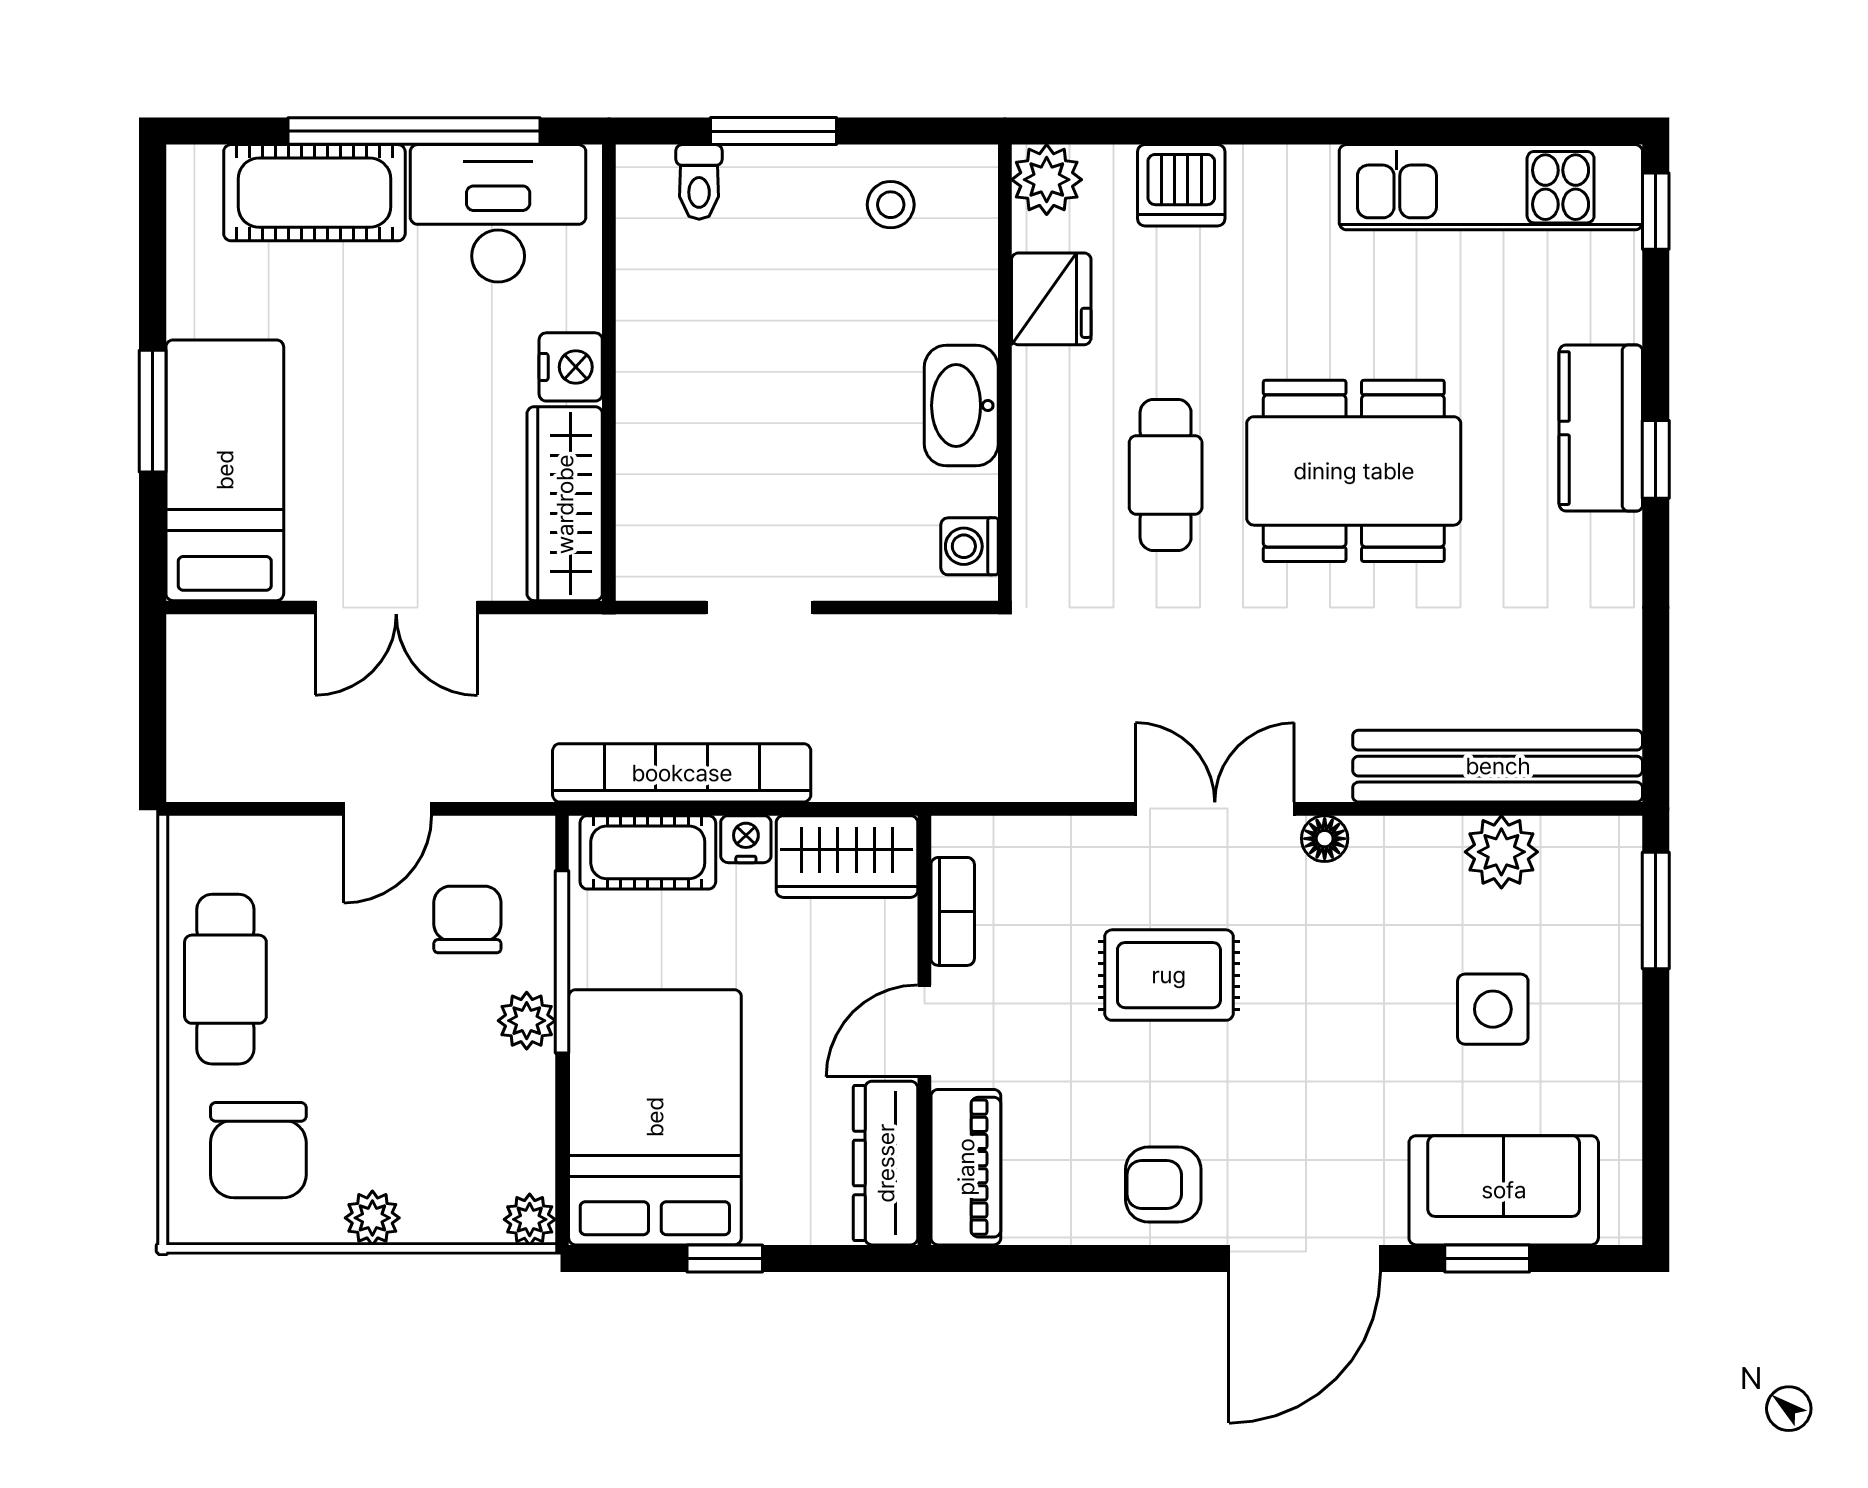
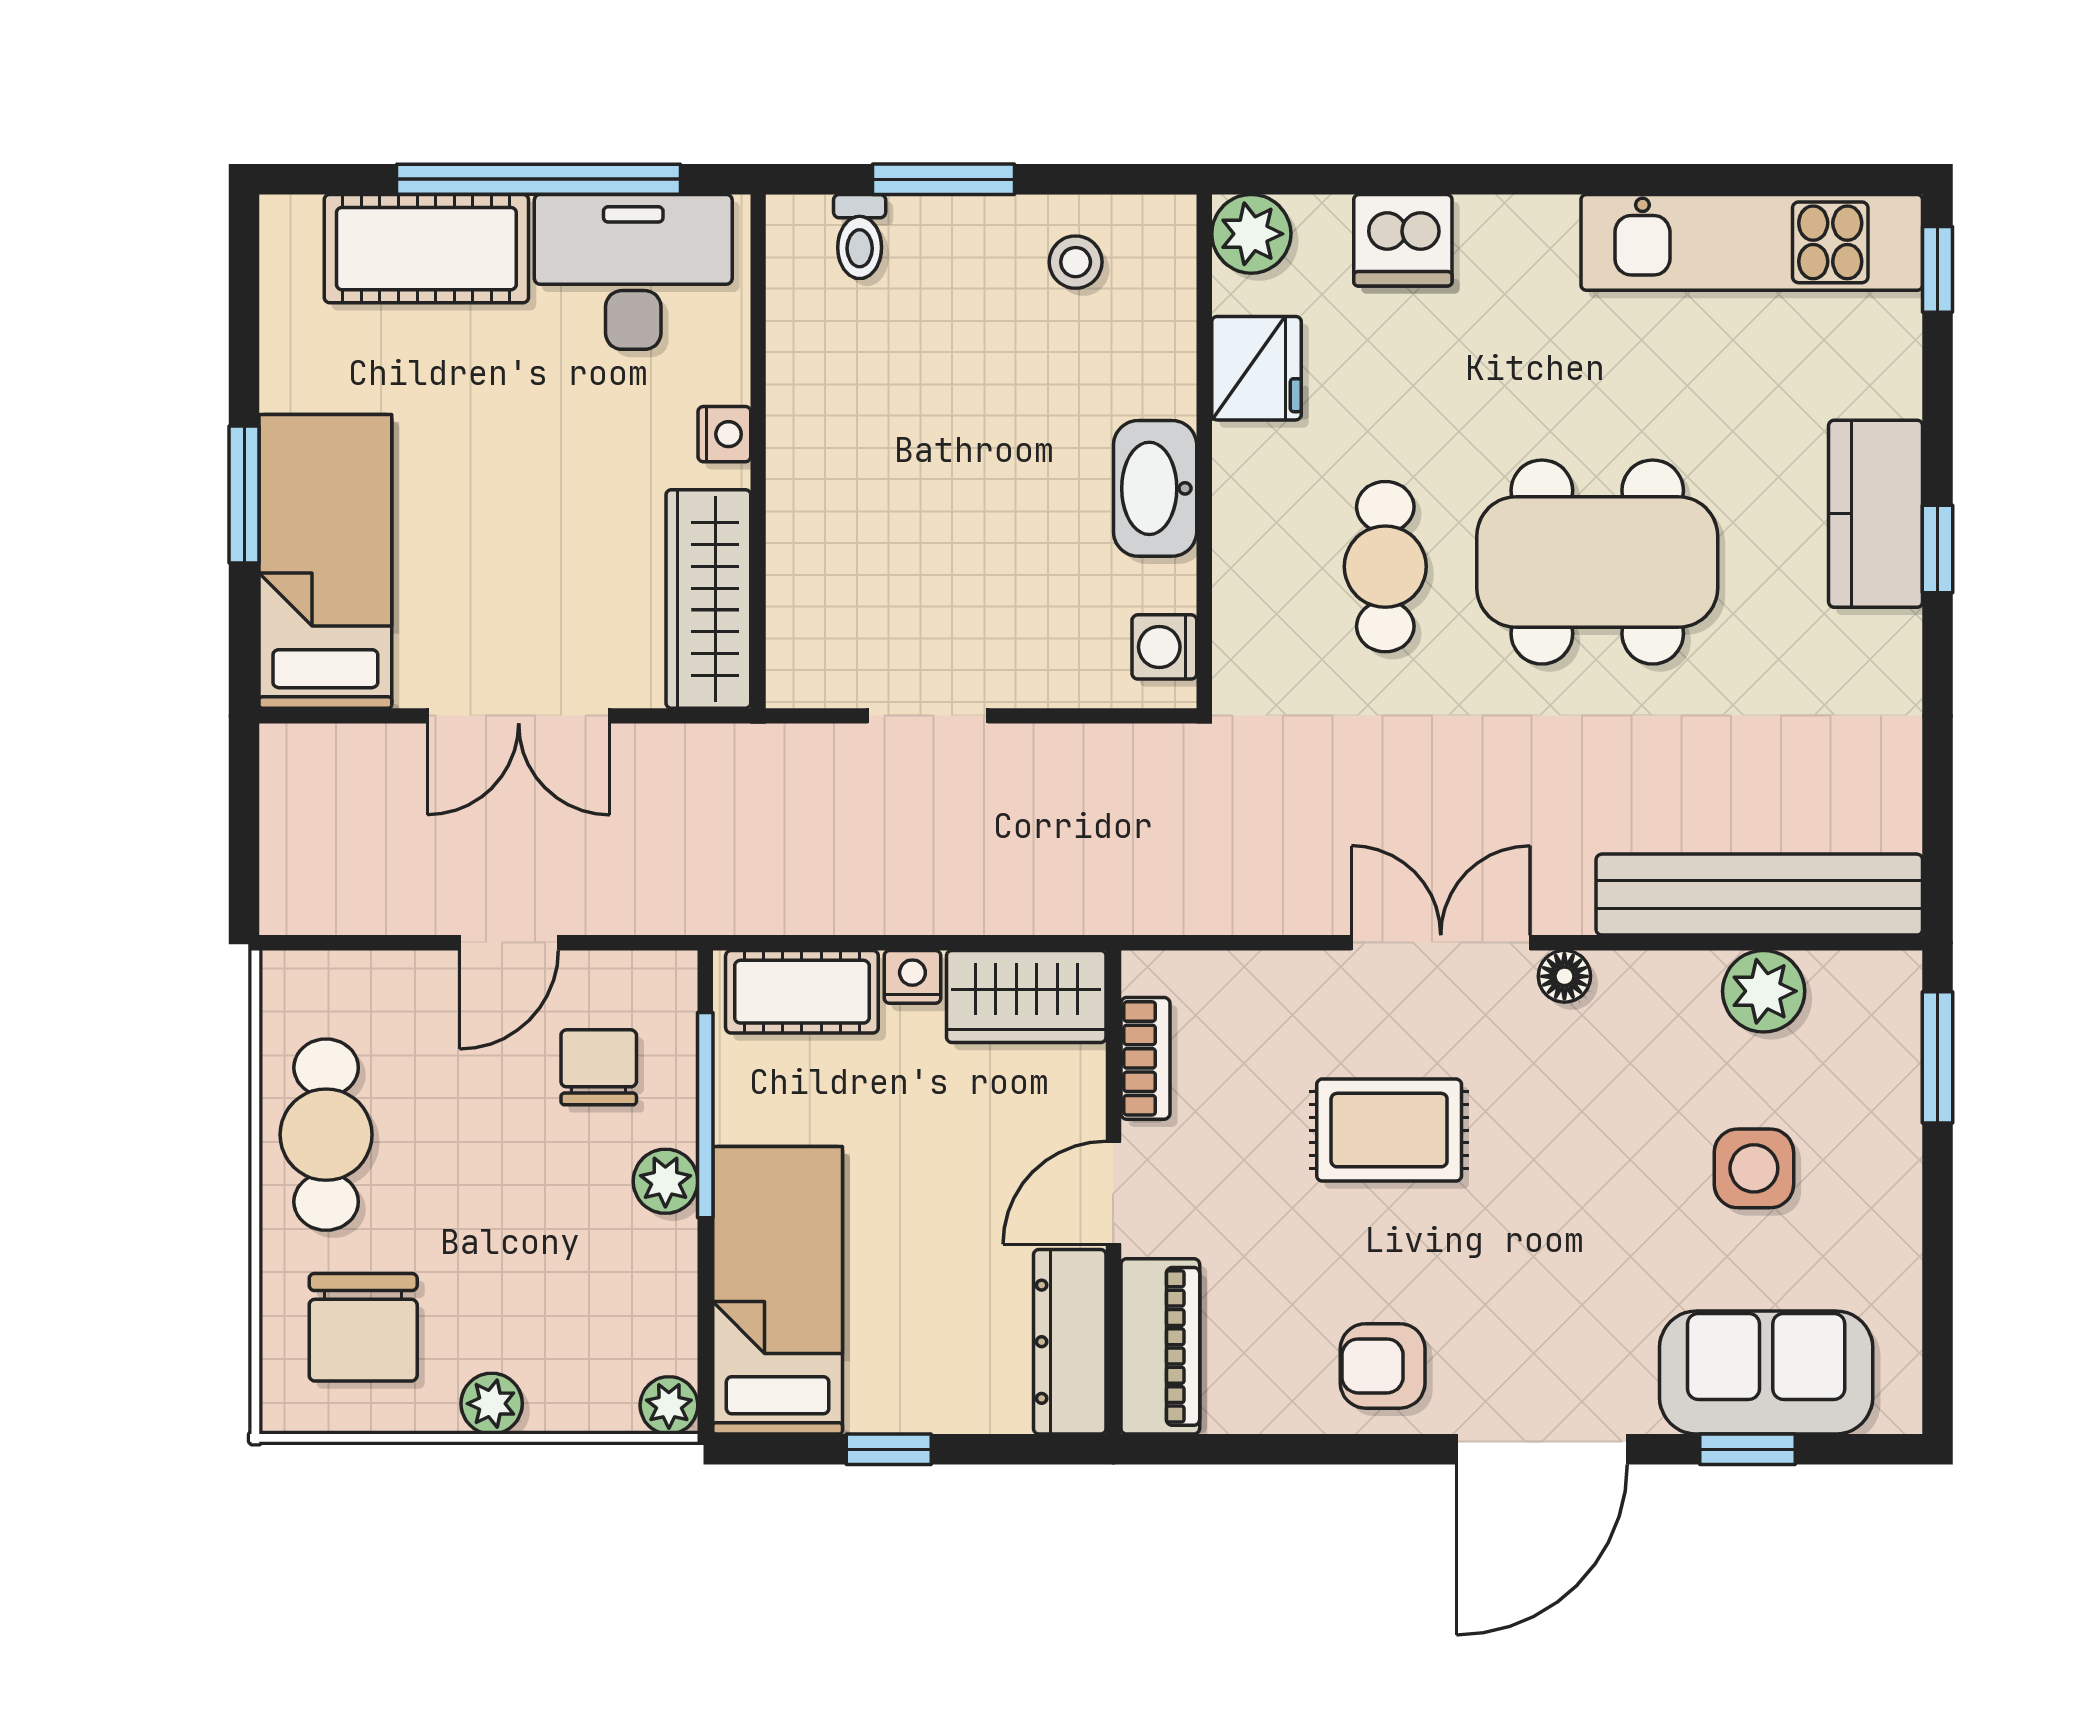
nightstand: (571, 367) -> (724, 434), width x0.72, depth x0.74
bookcase: (682, 773) -> (840, 902), removed
bed: (655, 1117) -> (778, 1290), width x0.67

